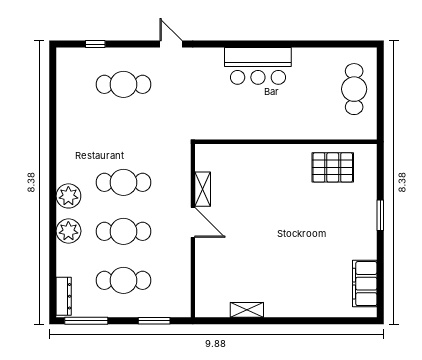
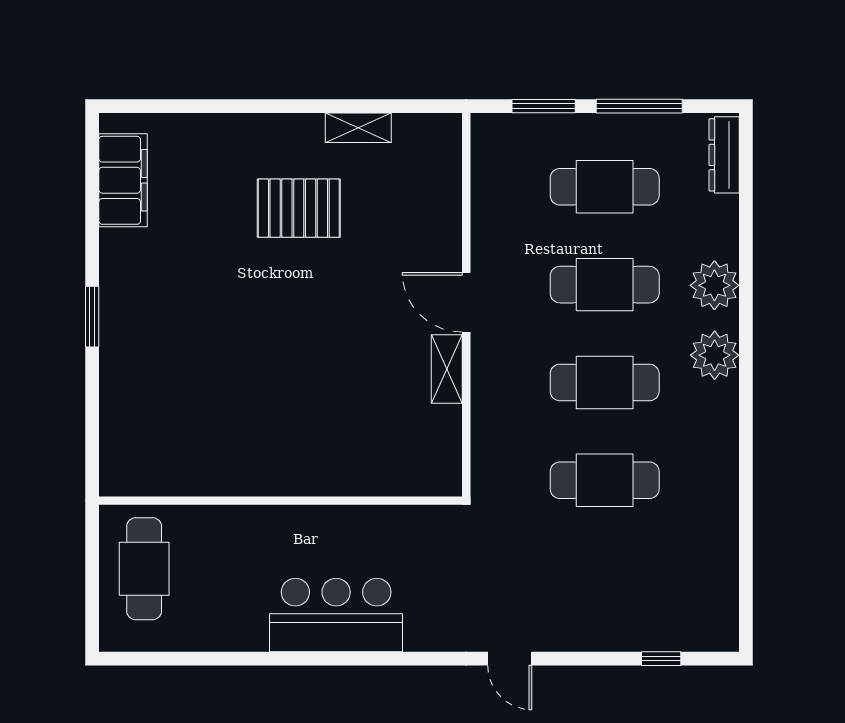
cafe table: (123, 84) -> (605, 480), moved
wall: (286, 142) -> (280, 501), moved
pallet: (333, 167) -> (299, 208), moved
window: (86, 321) -> (639, 106), moved

